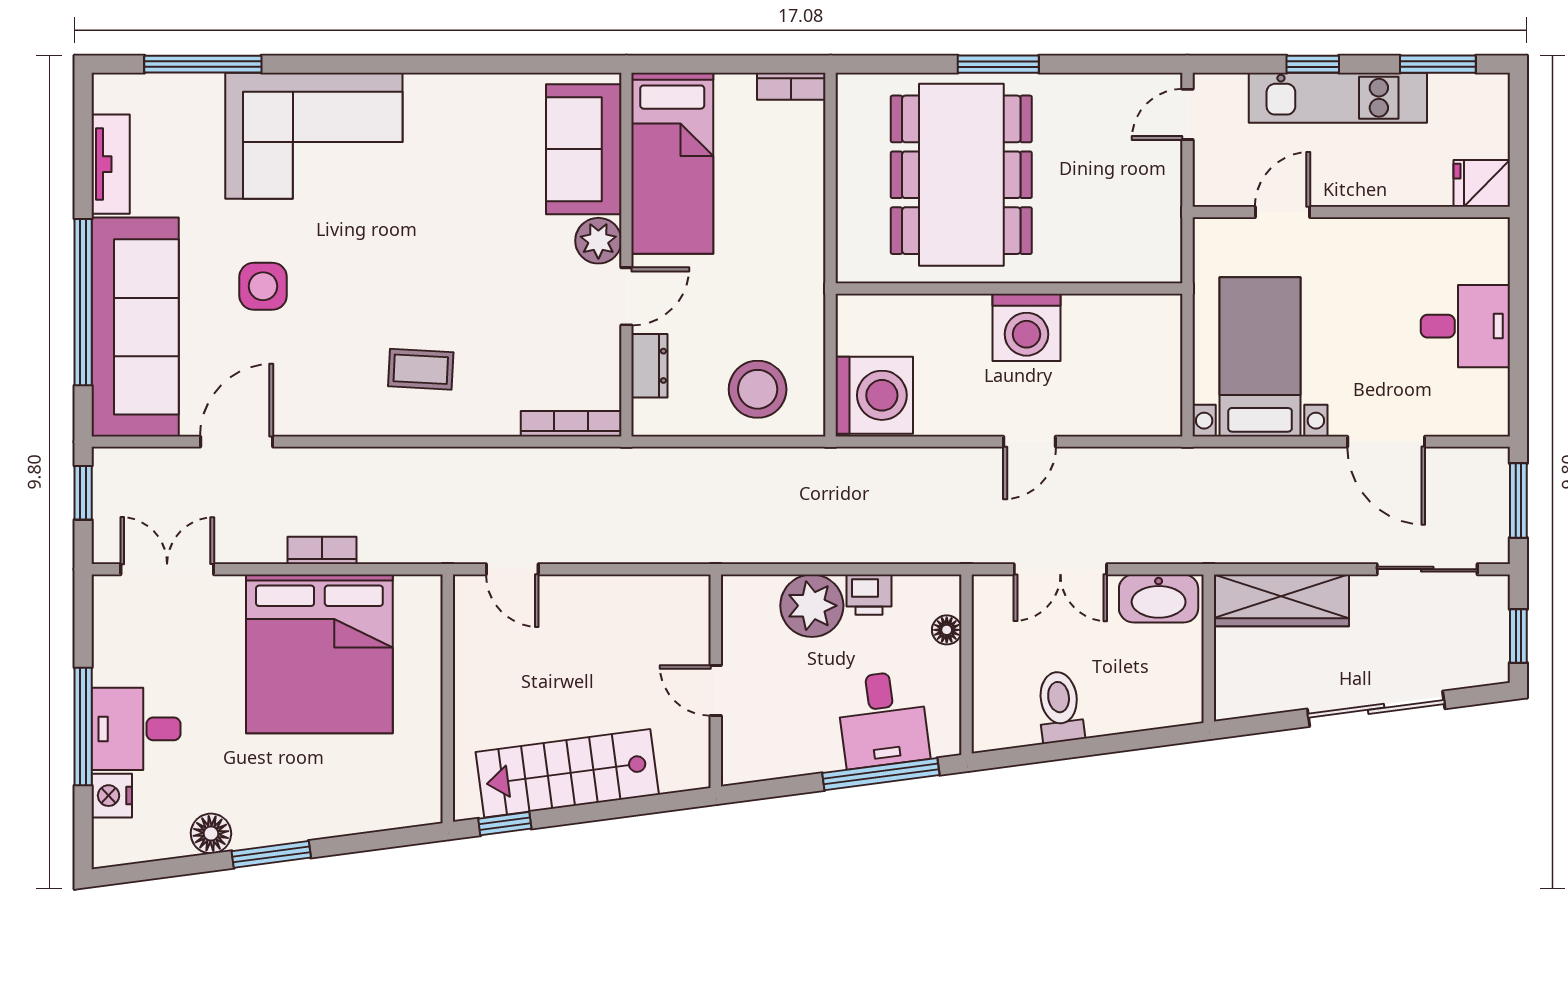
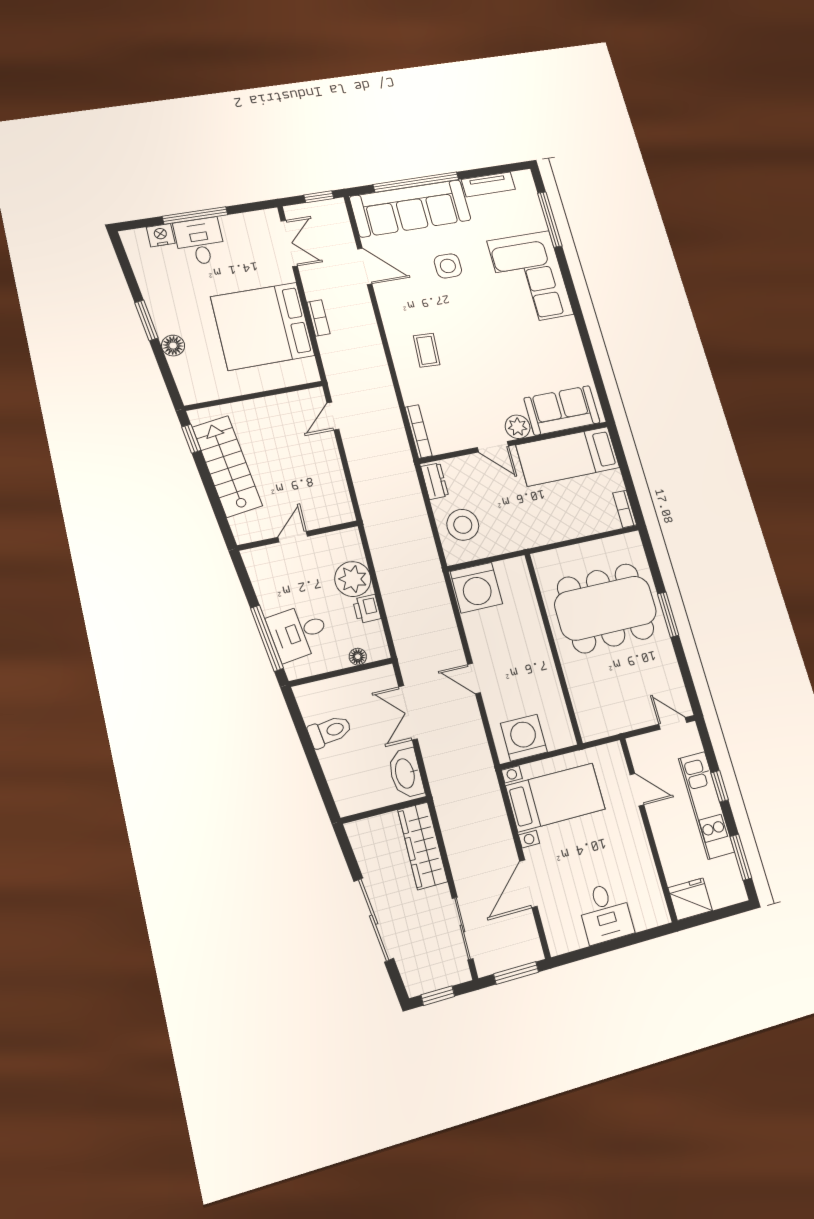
fridge: (1482, 183) -> (690, 899), width x1.38
washing machine: (1026, 327) -> (524, 738), moved, turned 90
dresser: (649, 366) -> (435, 481), moved, turned -90
floor lamp: (211, 834) -> (173, 346), moved

